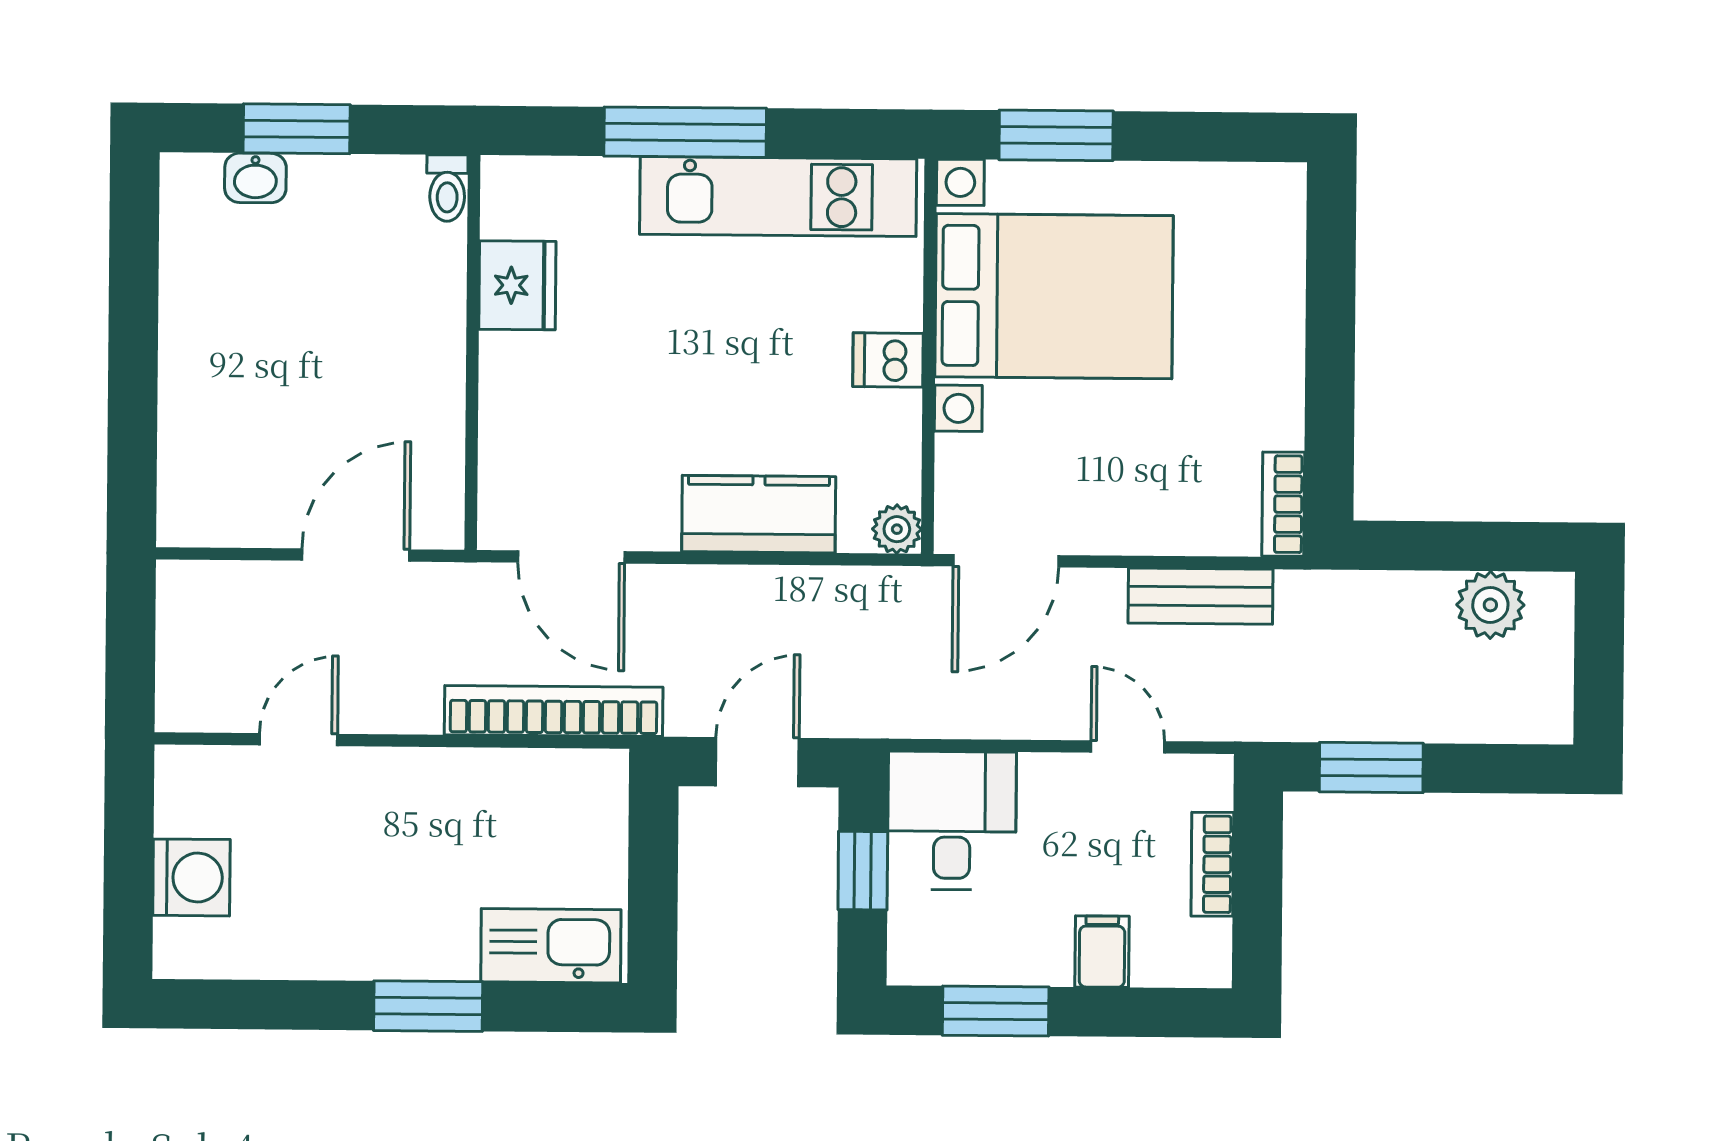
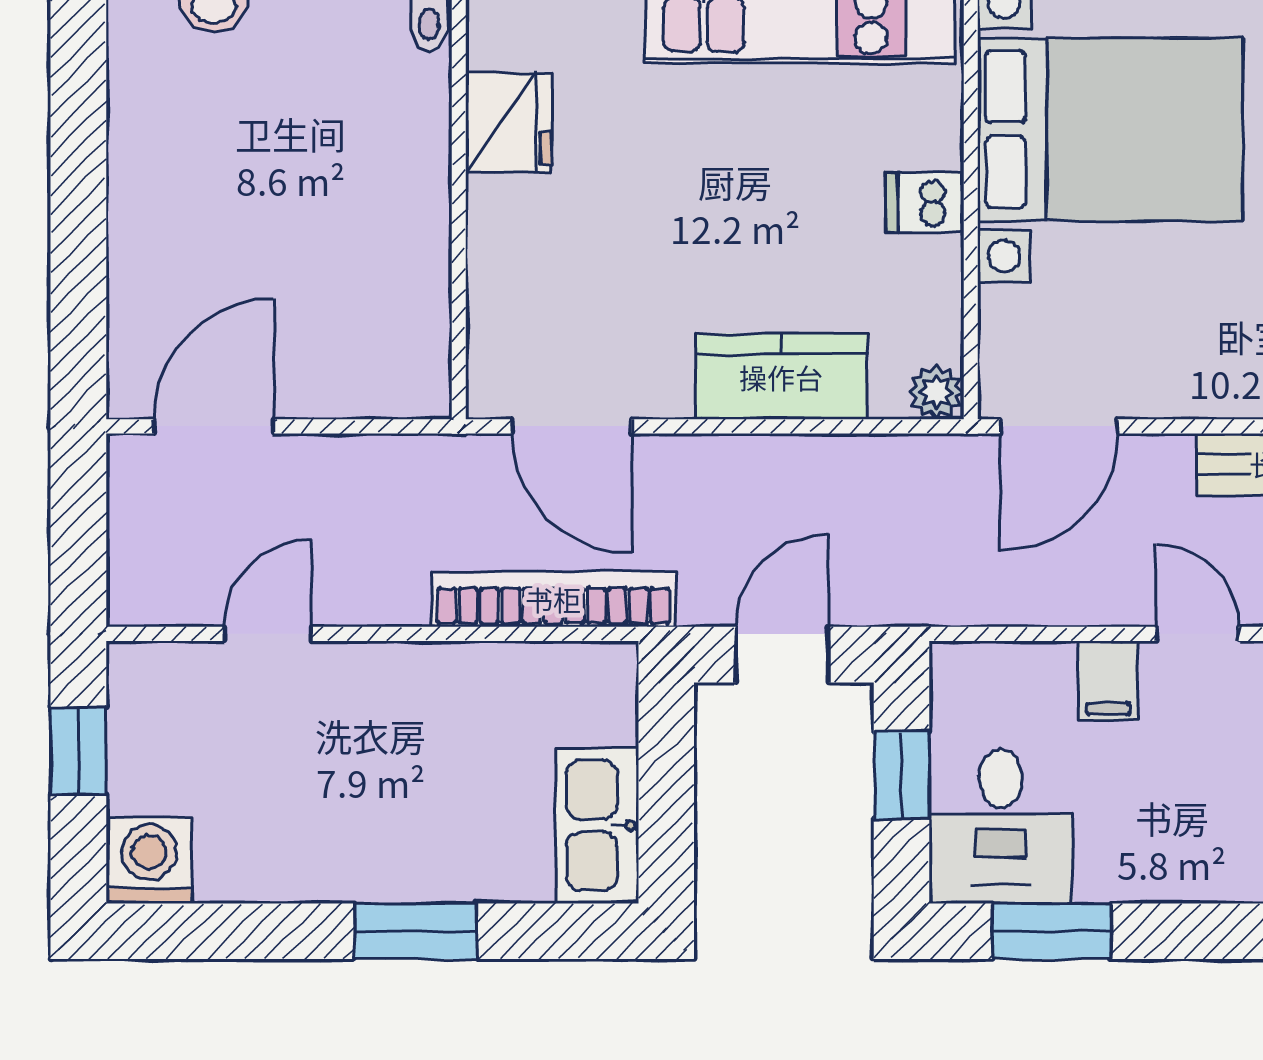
door: (356, 555) -> (214, 426), moved
desk: (952, 820) -> (1001, 826), moved, turned 180
window: (129, 843) -> (78, 751), added
washing machine: (191, 877) -> (149, 861), moved, turned -90
kitchen sink: (551, 946) -> (597, 825), moved, turned -90
filing cabinet: (1102, 952) -> (1108, 681), moved, turned 180

